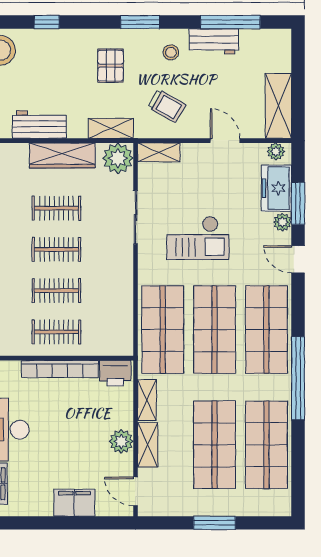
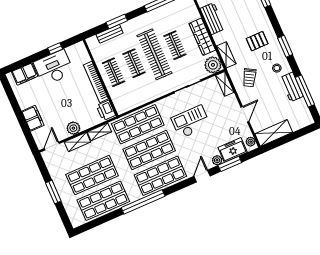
checkout: (198, 238) -> (191, 122), turned 90
clothes rail: (56, 249) -> (154, 54), width x1.86, depth x1.31

